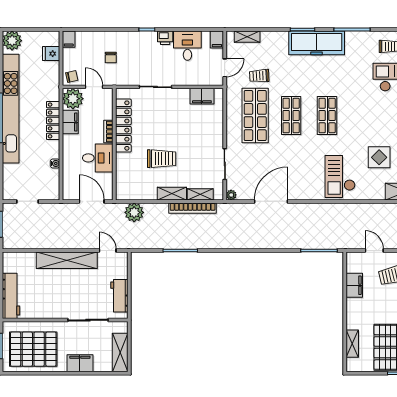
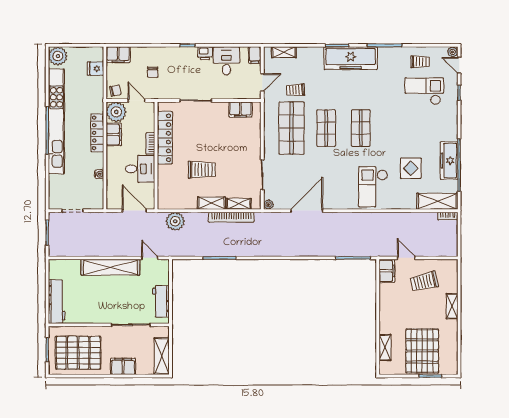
filing cabinet: (69, 39) -> (118, 55), width x2.00
filing cabinet: (354, 285) -> (387, 271), moved

